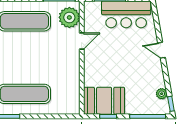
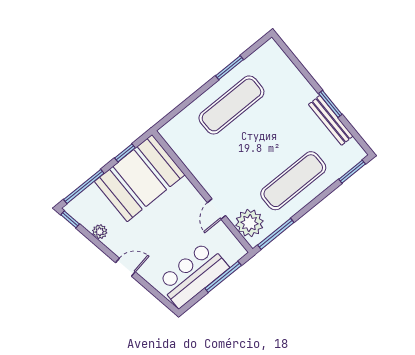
plant: (162, 94) -> (100, 232), moved
booth: (104, 101) -> (140, 178), width x1.36, depth x1.42

